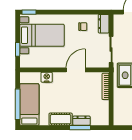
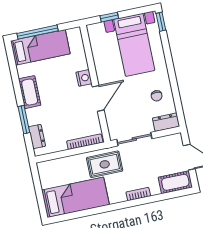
door: (76, 70) -> (98, 98), hinge flipped
nightstand: (47, 77) -> (84, 78), moved
dresser: (81, 121) -> (37, 137), moved

